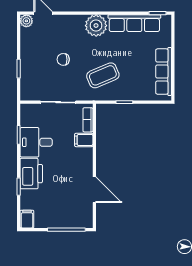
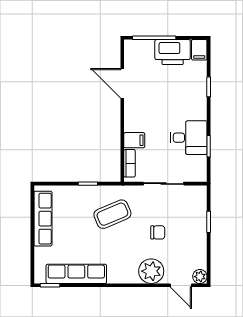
plant: (96, 26) -> (151, 271), moved
printer: (31, 174) -> (173, 52), moved, turned -90

